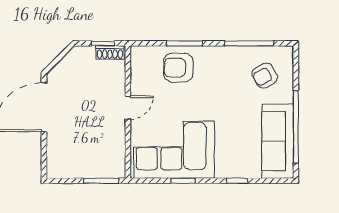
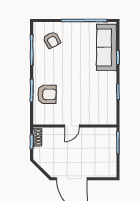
armchair: (178, 68) -> (47, 94), turned -90
door: (128, 108) -> (72, 126), swing flipped
sofa: (278, 141) -> (107, 47), moved, turned 90
corner sofa: (174, 150) -> (98, 97), removed

